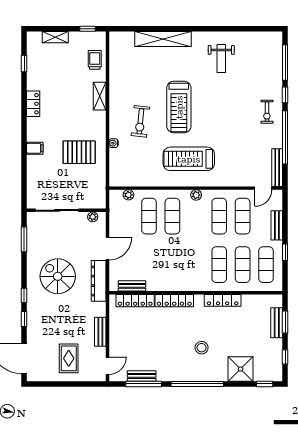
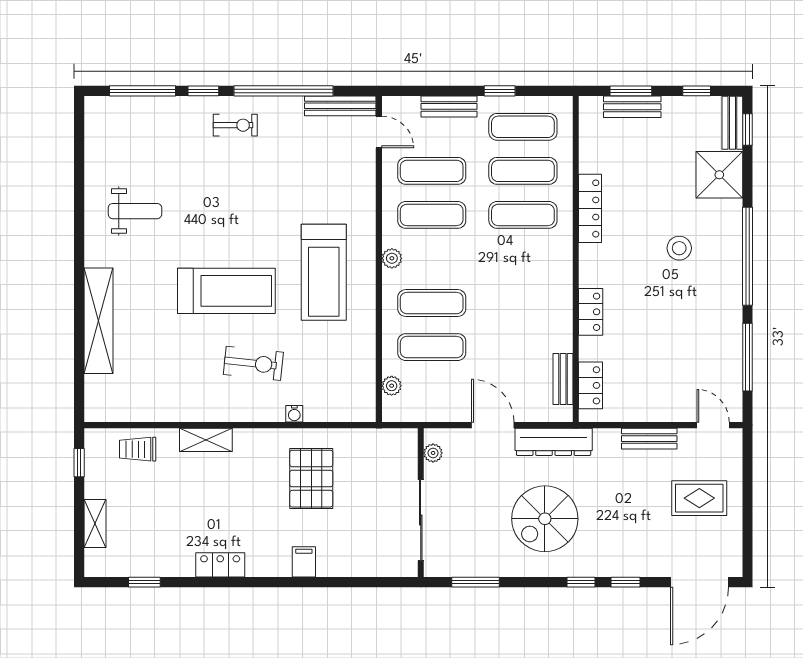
locker: (135, 301) -> (591, 385), width x0.66
locker: (174, 301) -> (591, 312), width x0.66
bench: (142, 376) -> (732, 123), moved

